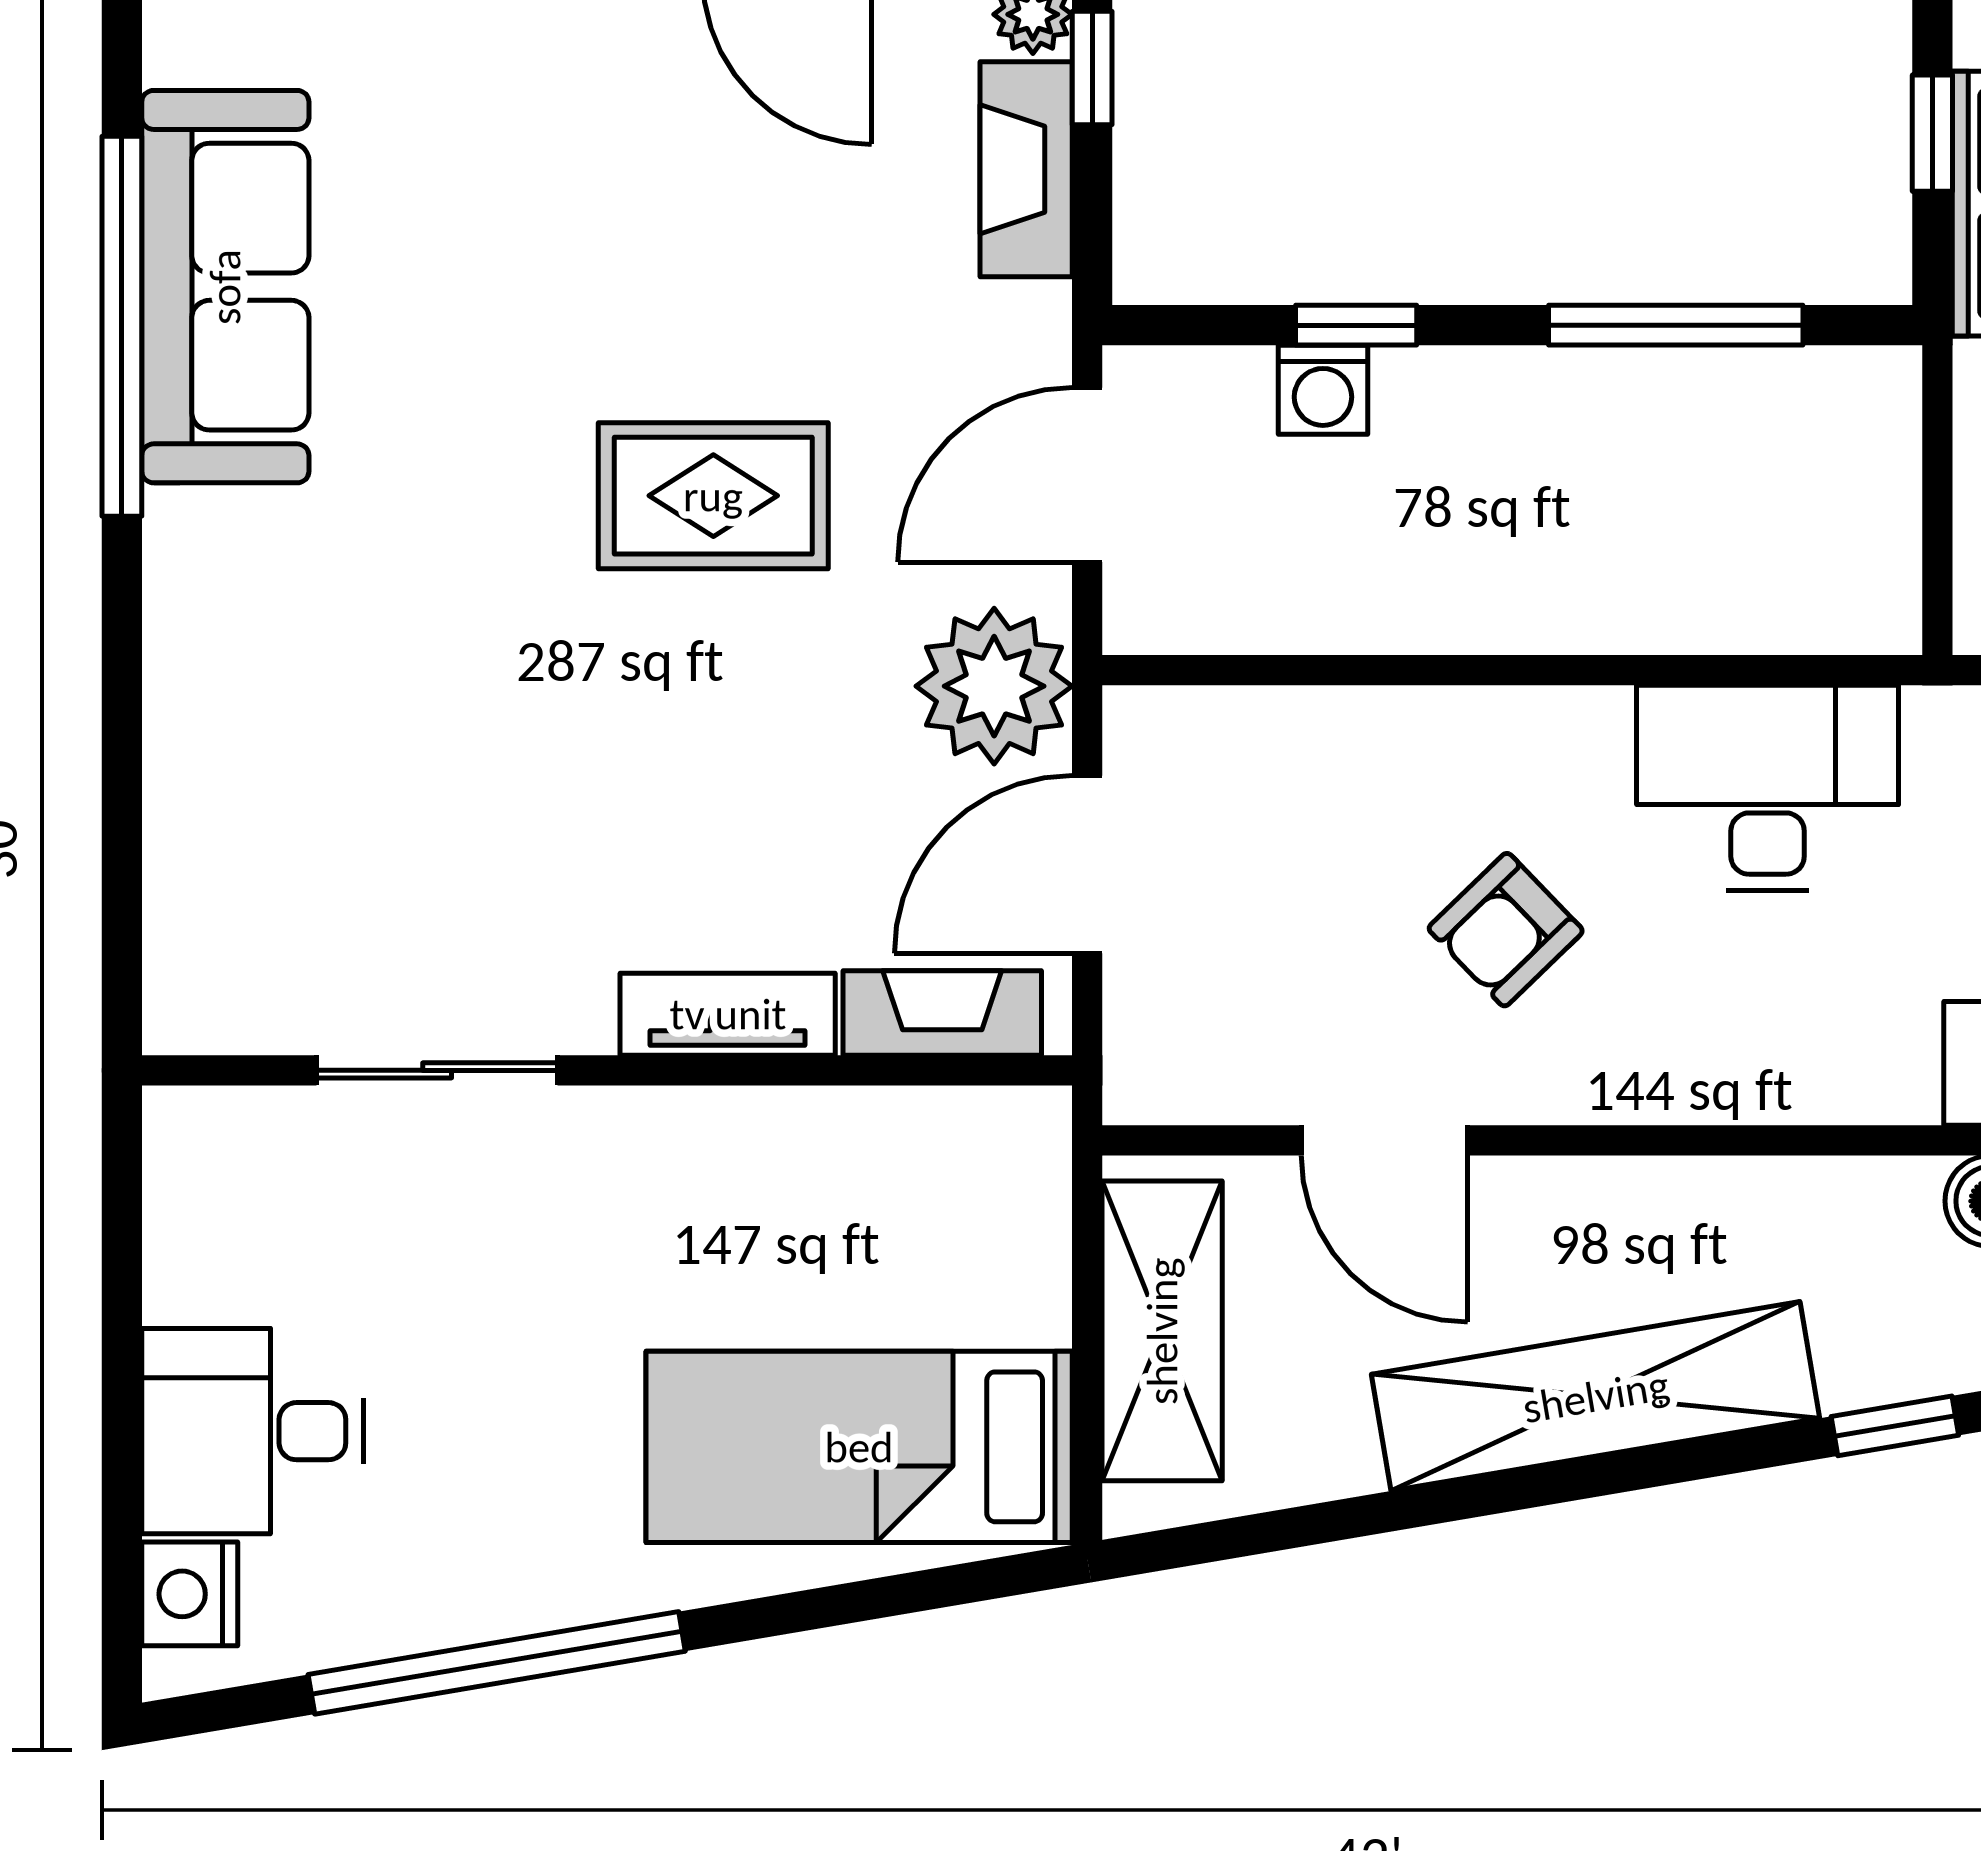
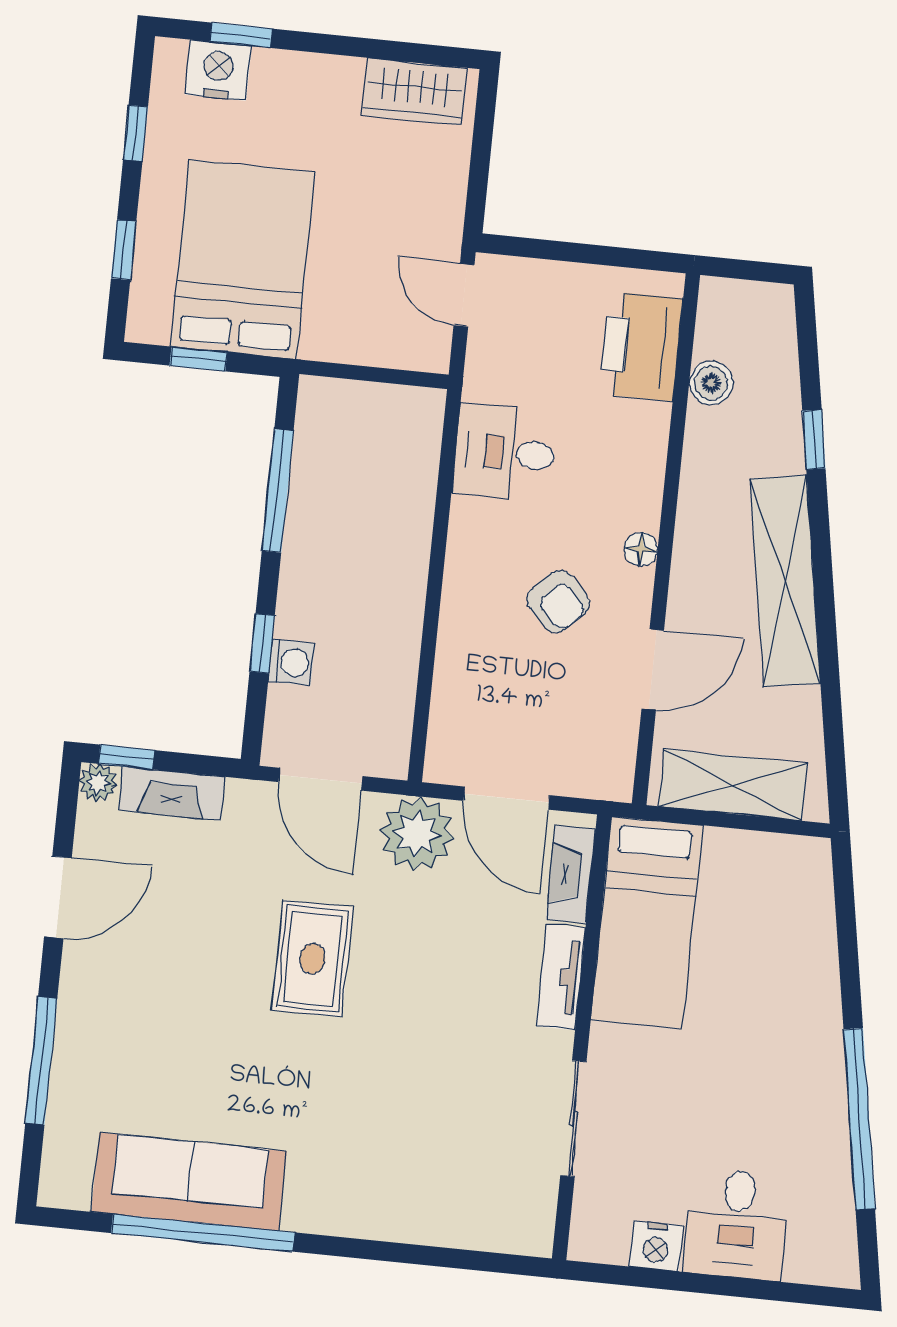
desk: (1768, 788) -> (505, 452), width x0.73
floor lamp: (1632, 1090) -> (641, 549), added
bed: (859, 1447) -> (647, 922), moved
nightstand: (190, 1594) -> (656, 1246), moved

